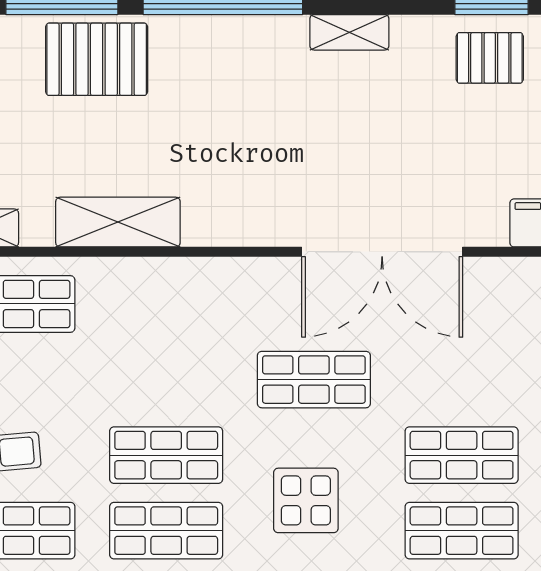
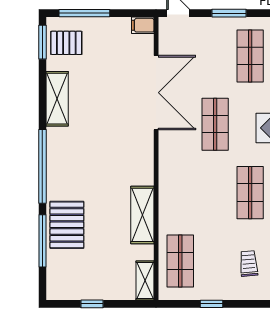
shelving: (349, 32) -> (57, 99), width x1.50, depth x1.33
pallet: (490, 58) -> (66, 43), turned 90

